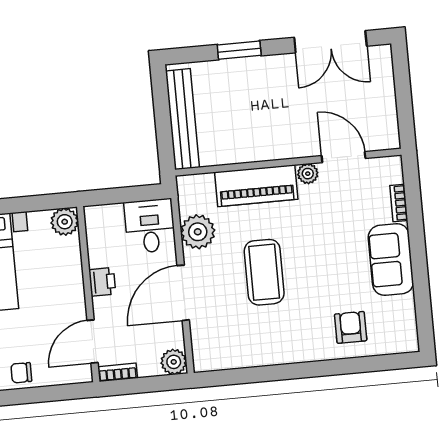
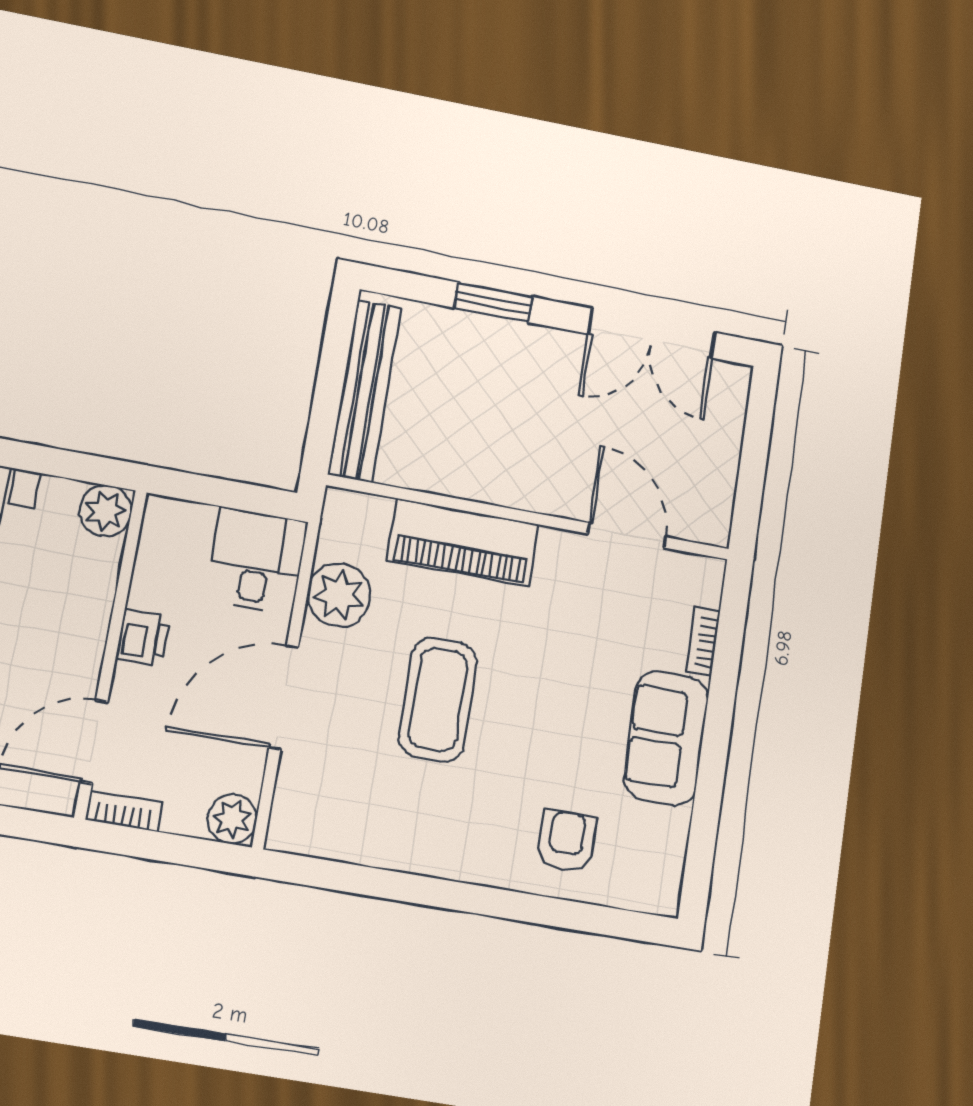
plant: (308, 174) -> (558, 547), removed

